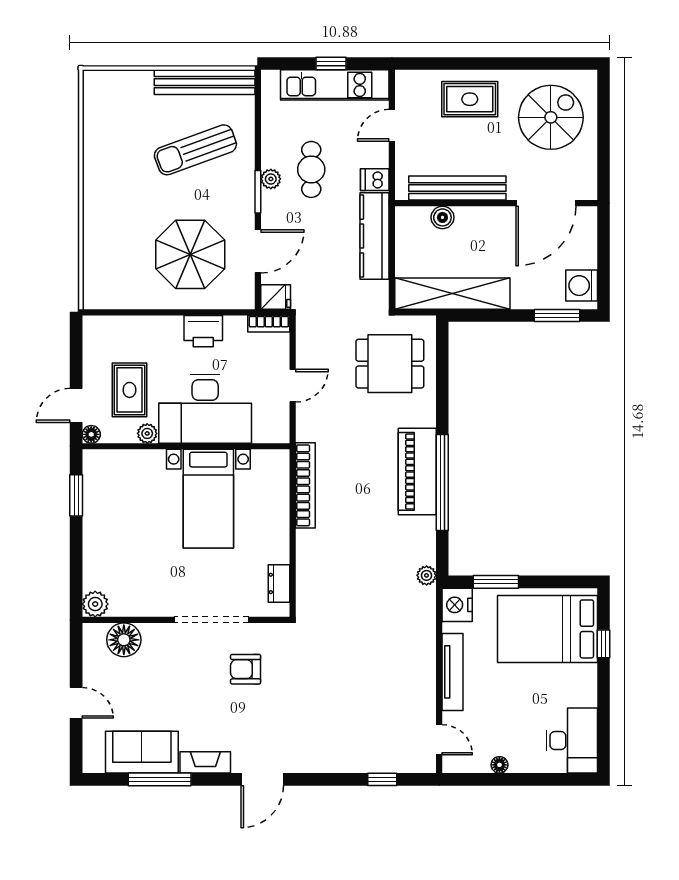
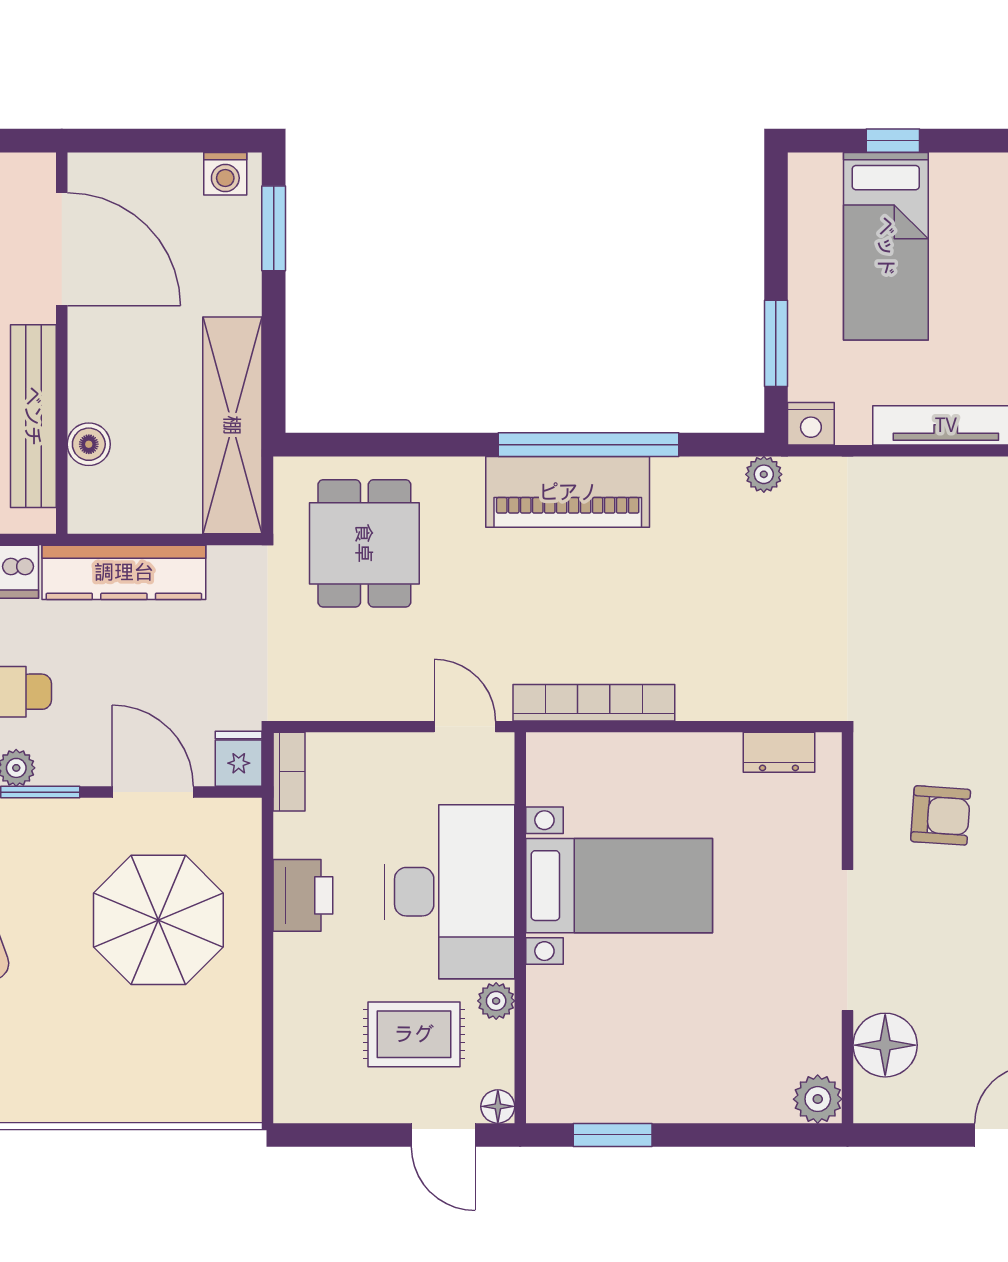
washing machine: (582, 286) -> (225, 174), width x0.73, depth x0.73
door: (293, 386) -> (465, 727), moved
nightstand: (457, 605) -> (811, 424), width x0.74, depth x0.75
doorway: (212, 620) -> (848, 940), moved
bed: (548, 629) -> (886, 246), width x0.67
armchair: (246, 669) -> (941, 815), turned -86

